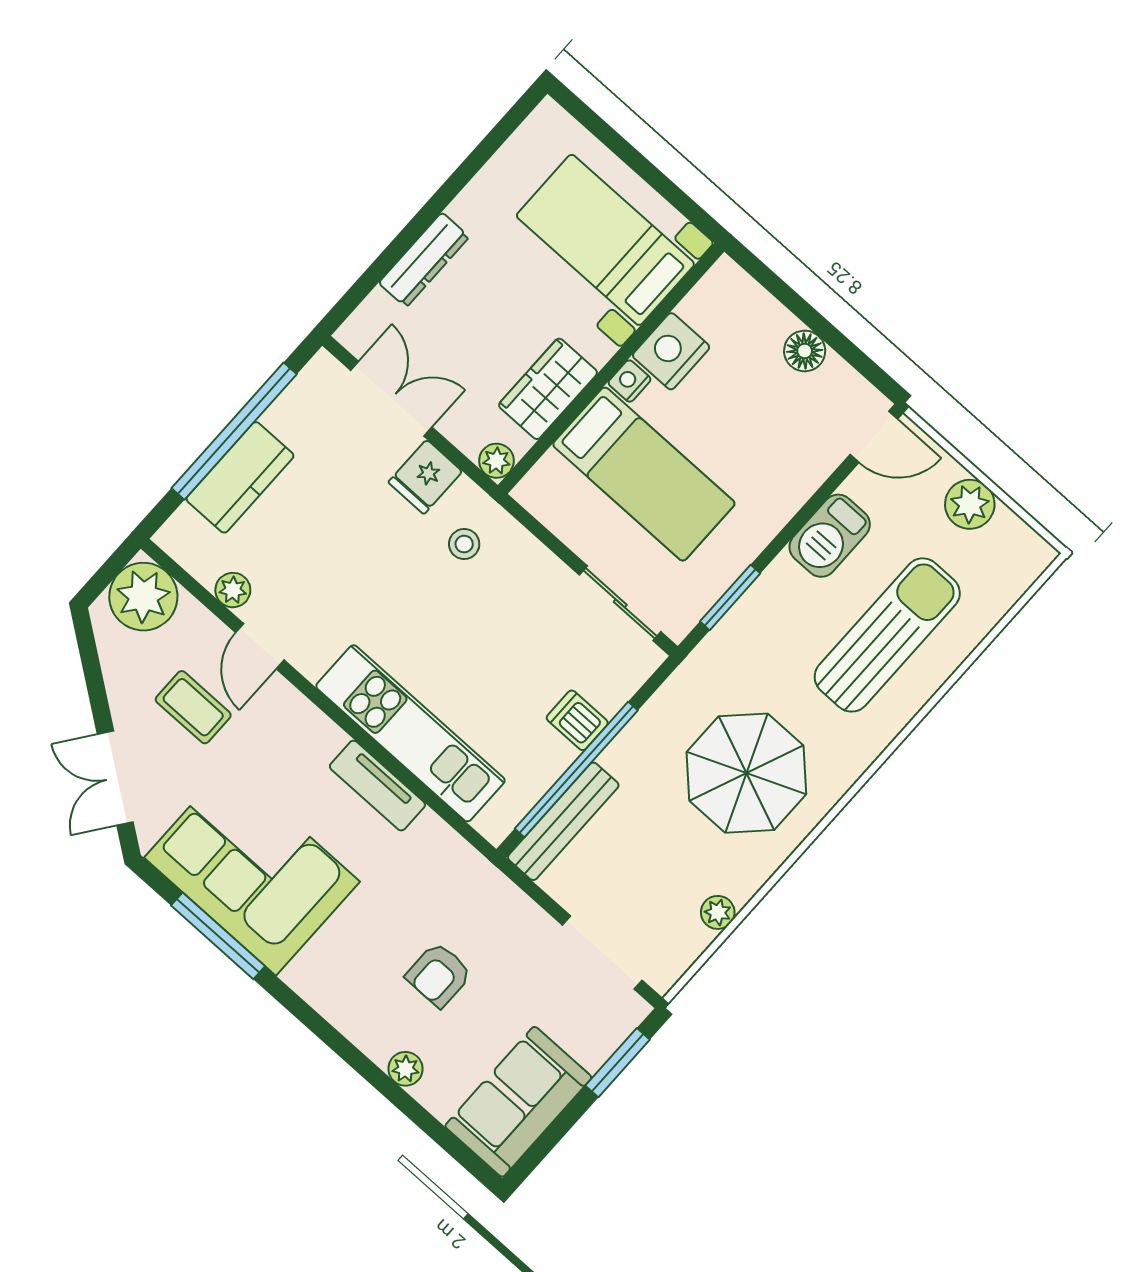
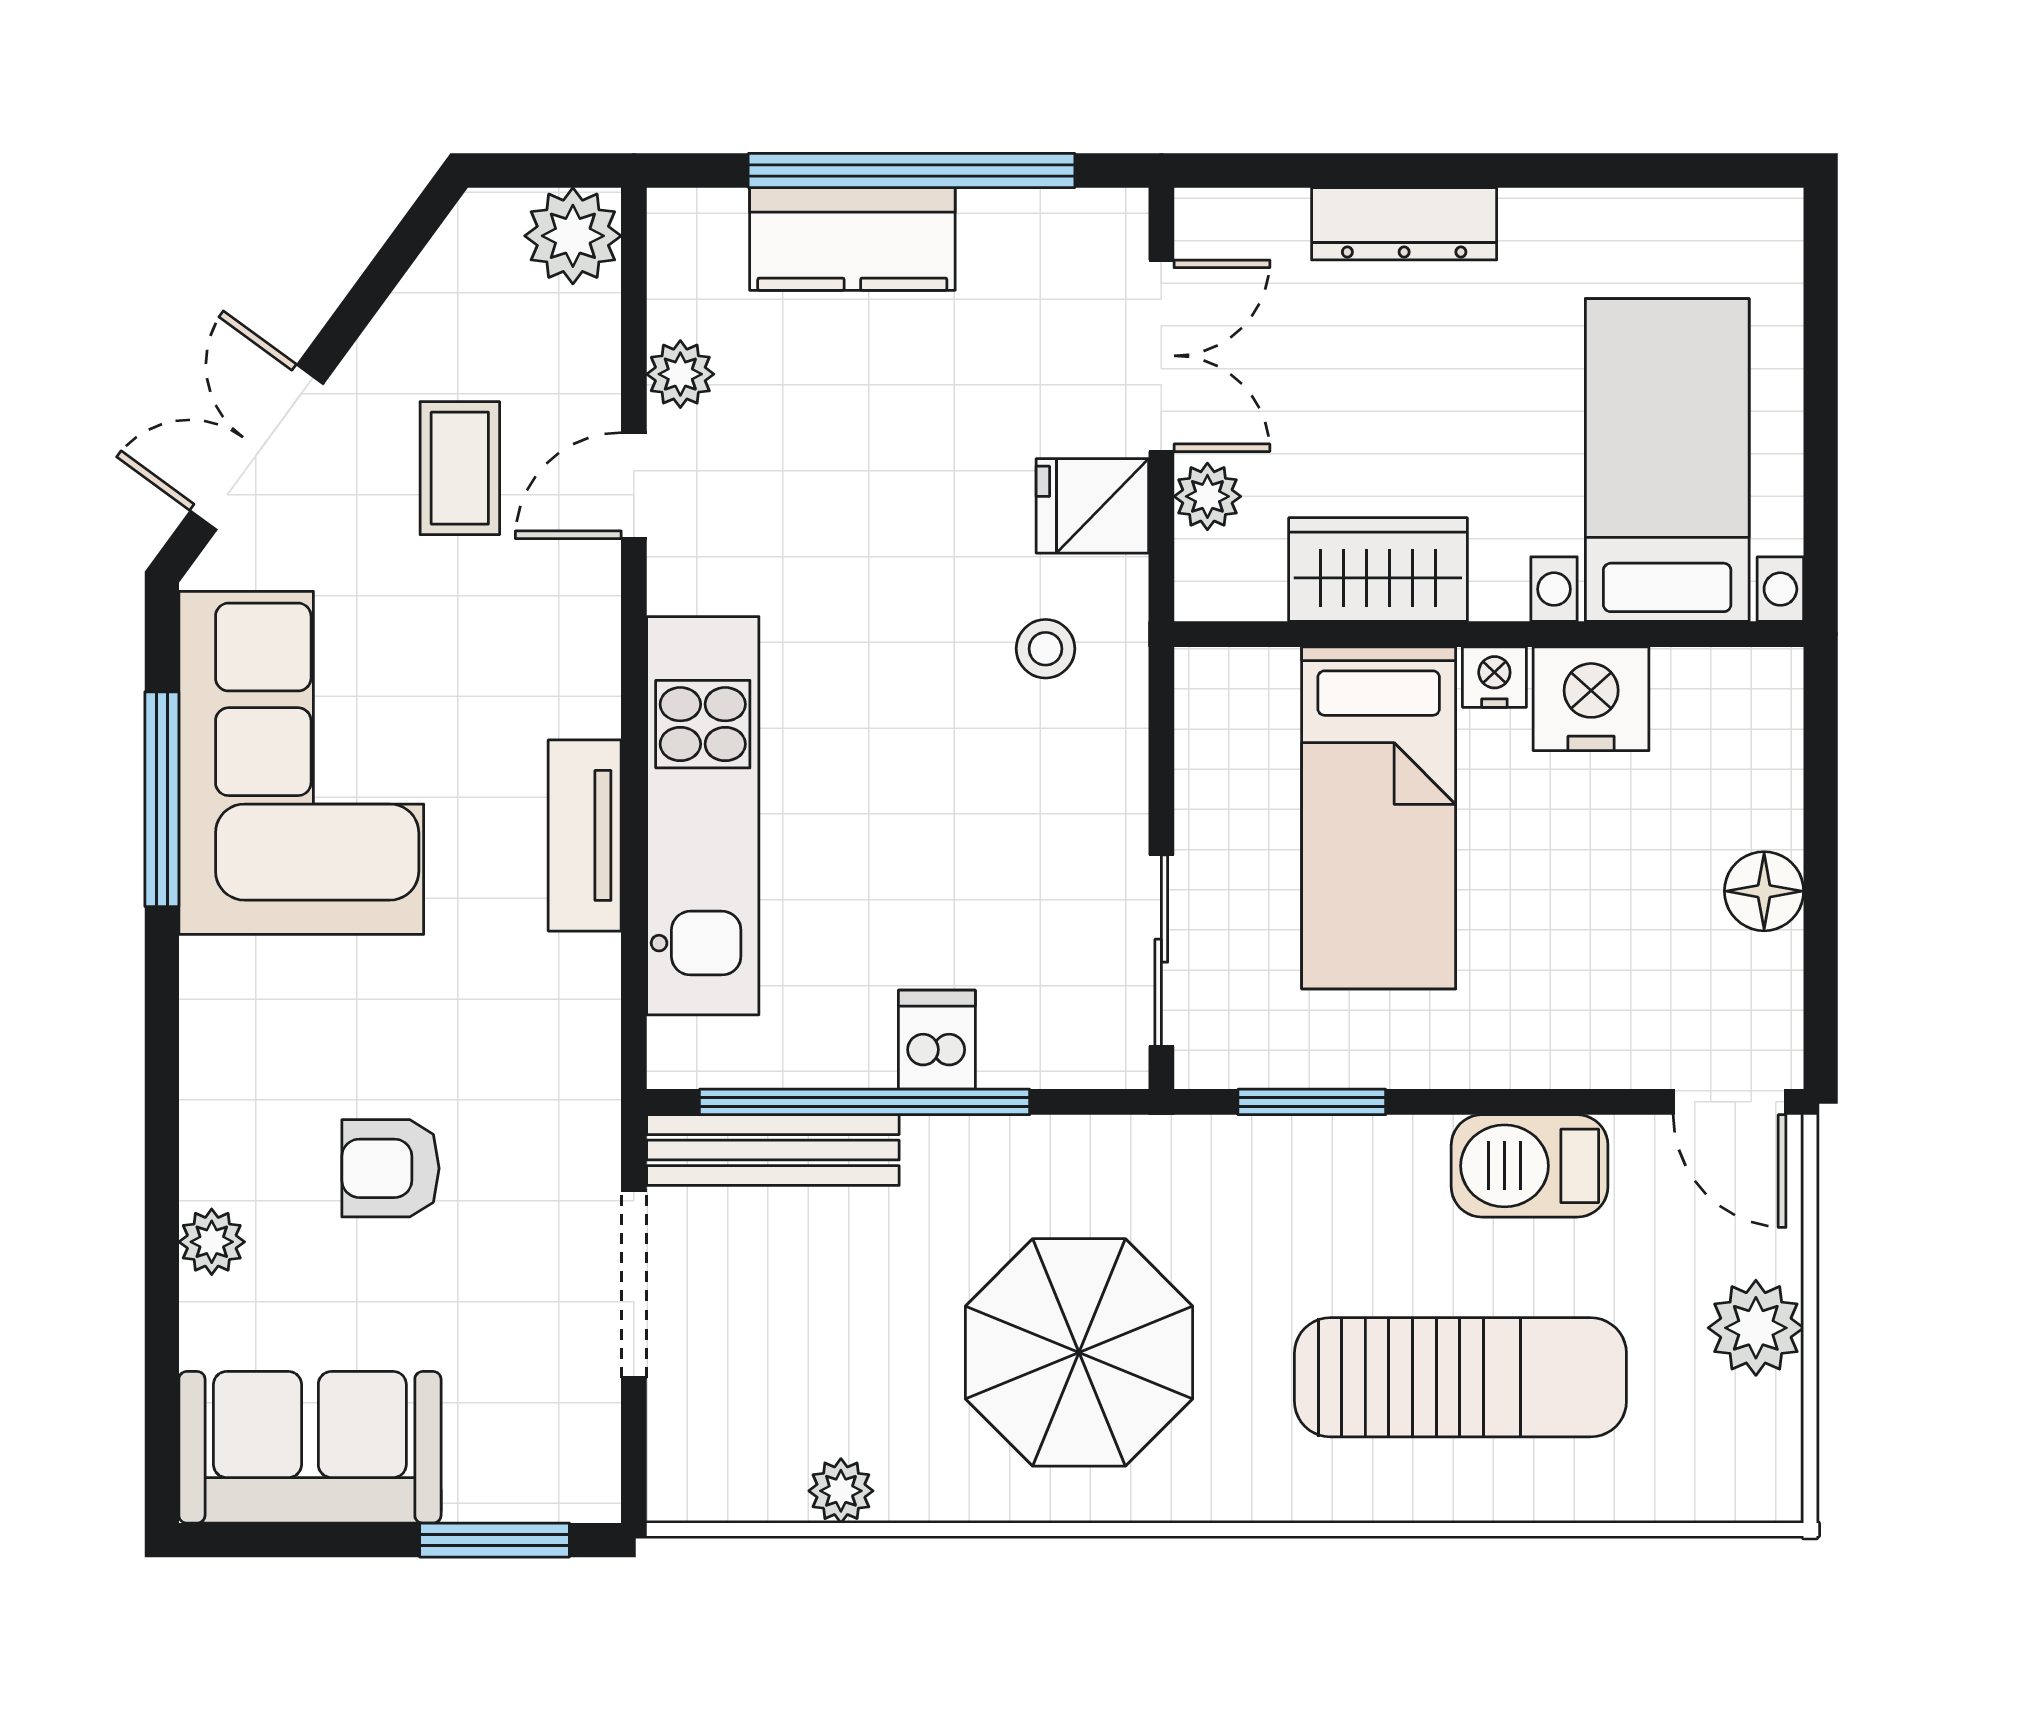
plant: (496, 461) -> (1207, 496), moved
plant: (143, 597) -> (573, 236), width x0.73, depth x0.73
doorway: (602, 953) -> (634, 1284), moved

